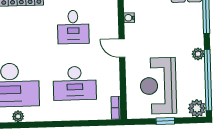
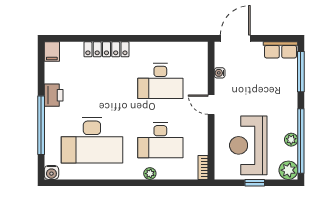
desk: (73, 27) -> (160, 81), width x1.37
plant: (198, 54) -> (291, 140), moved
plant: (18, 116) -> (150, 174), moved

